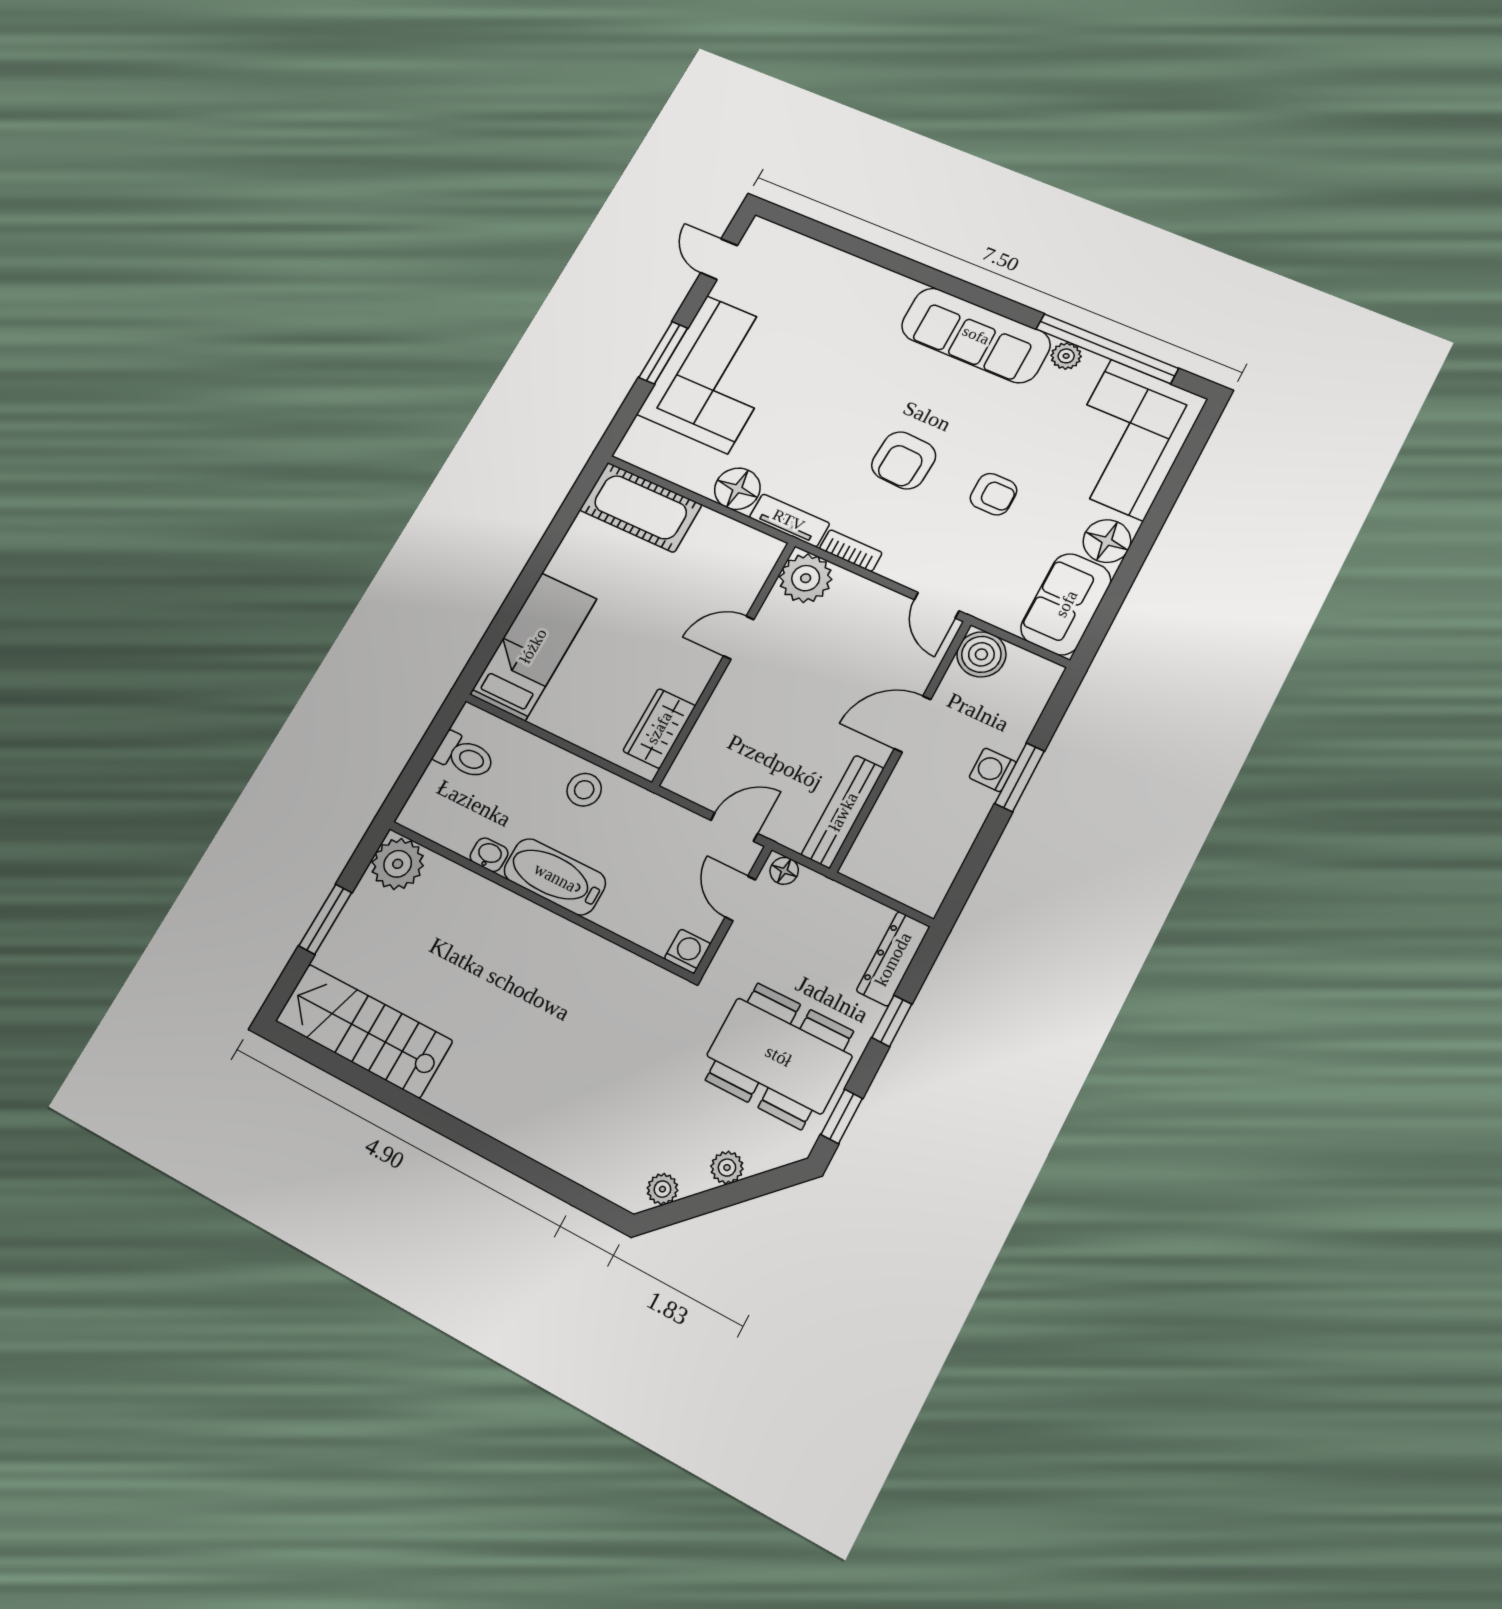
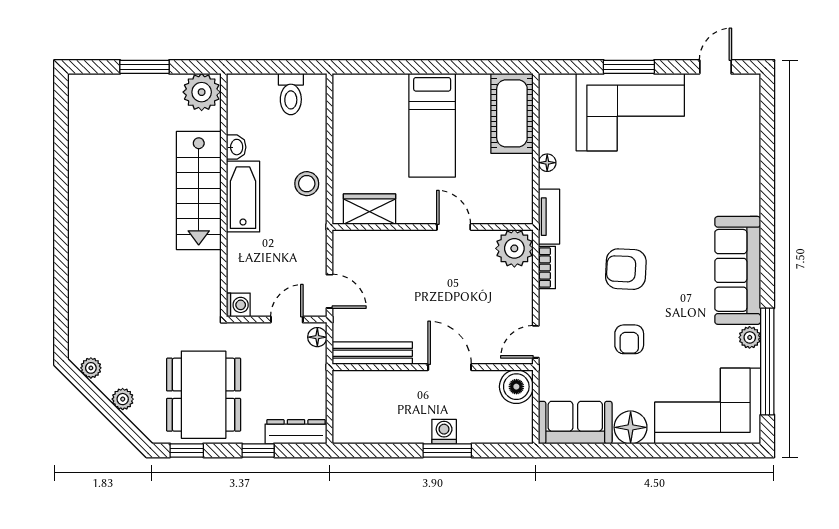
floor lamp: (737, 489) -> (547, 163), width x0.53, depth x0.53
bed: (533, 646) -> (432, 125), moved, turned 90
stairs: (364, 1031) -> (199, 191), moved, turned 180

